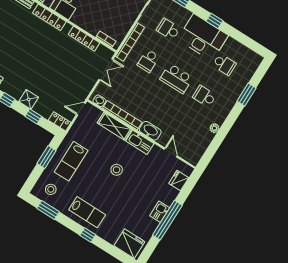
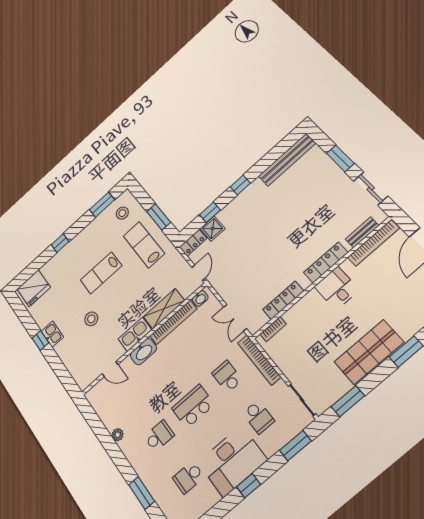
school desk: (168, 29) -> (259, 417), turned 90
shower: (29, 99) -> (213, 229), moved
stool: (117, 170) -> (91, 319), moved
fridge: (179, 181) -> (76, 368), removed
lab bench: (87, 212) -> (101, 273), moved
window: (167, 220) -> (40, 340), width x0.32

